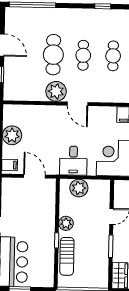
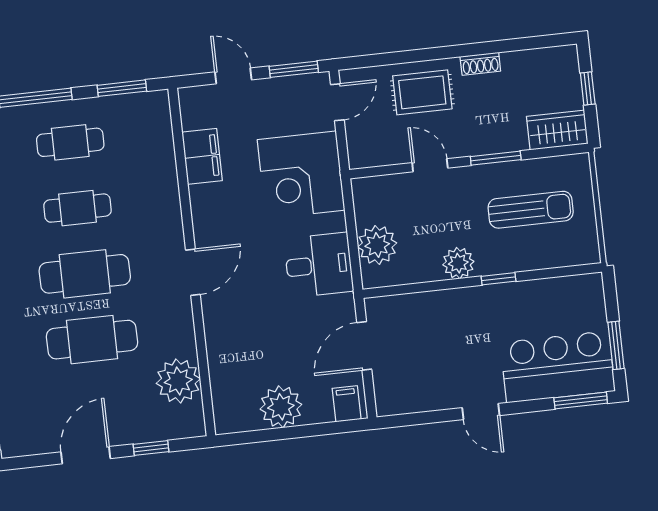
cafe table: (83, 55) -> (85, 274), width x1.37, depth x1.35
plant: (56, 91) -> (178, 381), moved
sun lounger: (67, 256) -> (531, 210), moved

